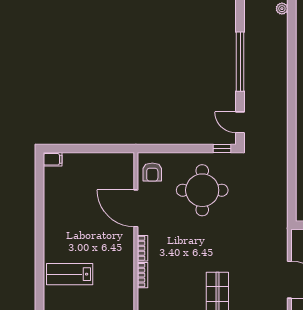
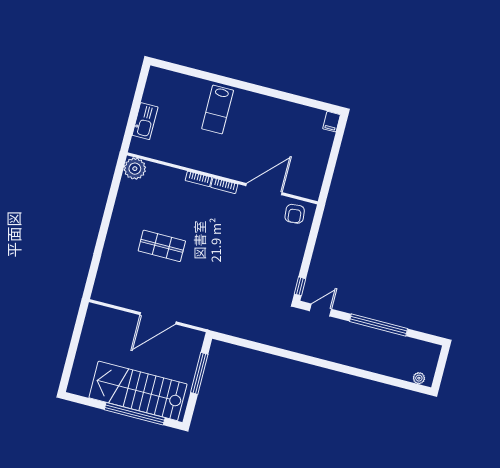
armchair: (152, 172) -> (295, 214), turned -96
round table: (202, 190) -> (265, 257), removed
lab bench: (70, 274) -> (218, 109), turned 180

